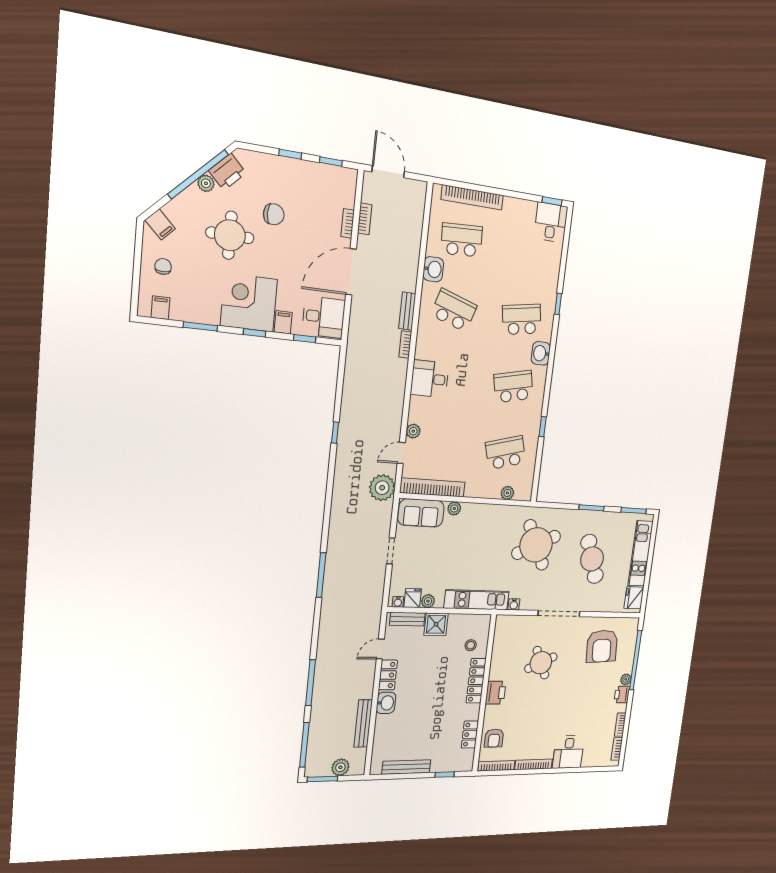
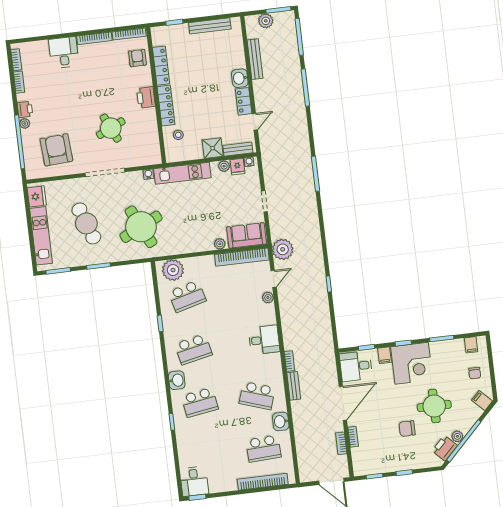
plant: (507, 493) -> (173, 270), width x1.88, depth x1.88
locker: (470, 734) -> (161, 66), width x1.53

